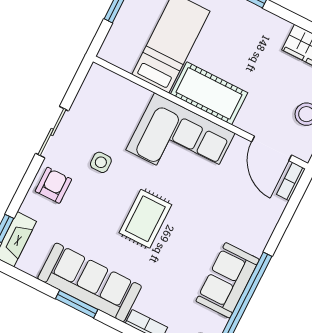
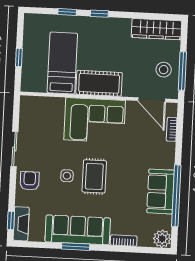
side table: (101, 162) -> (67, 176), moved
bookcase: (291, 182) -> (172, 129), moved

